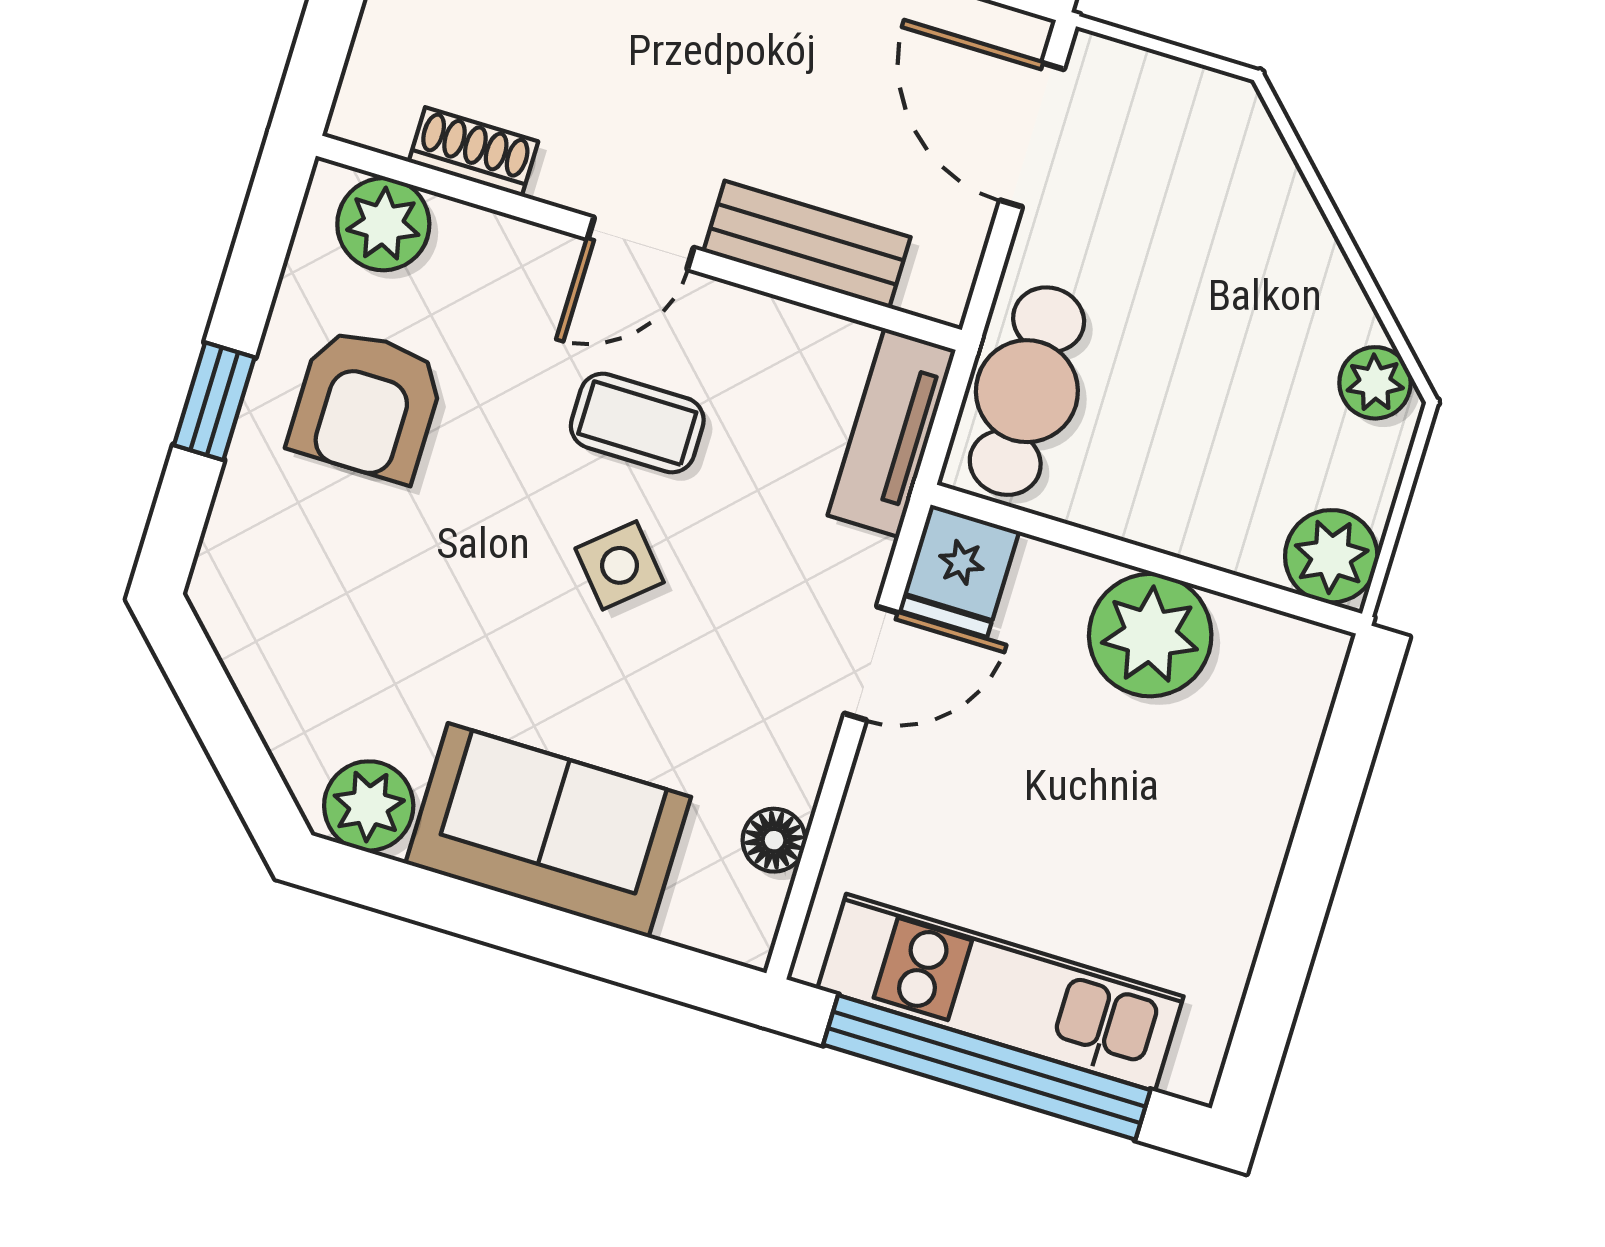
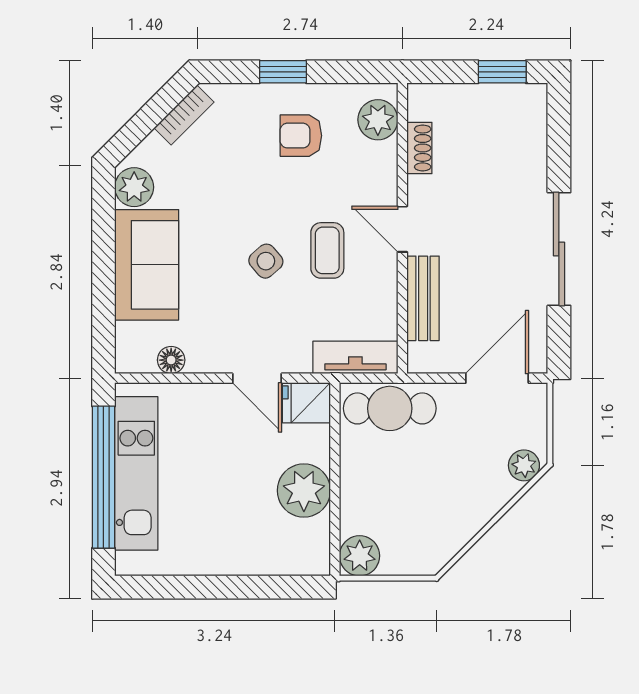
plant: (1375, 383) -> (524, 465), moved
armchair: (367, 404) -> (301, 136), width x0.72, depth x0.72
bookcase: (243, 648) -> (184, 115), added

